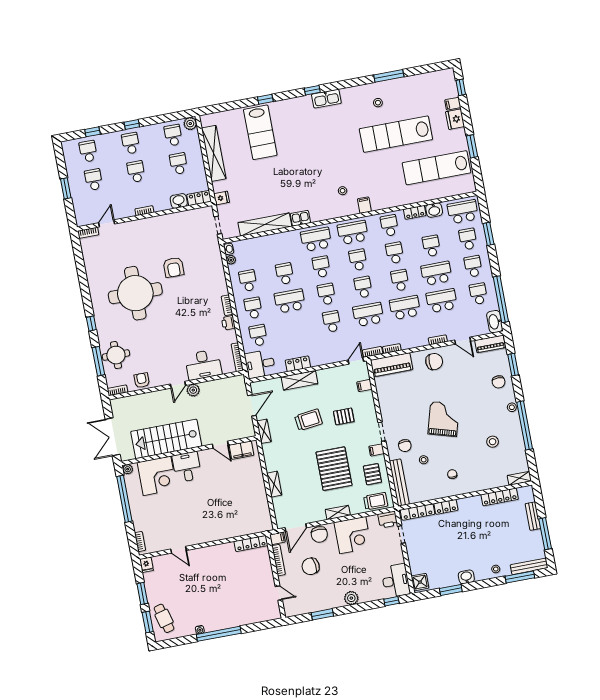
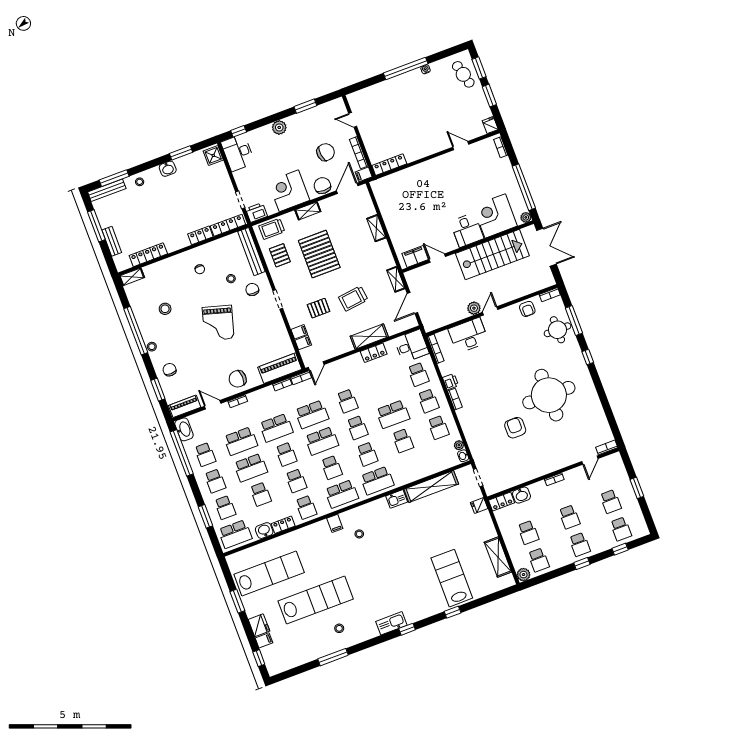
shelving: (214, 153) -> (498, 557), width x0.68
school desk: (363, 287) -> (322, 441), width x1.85
filing cabinet: (377, 450) -> (299, 332), moved

